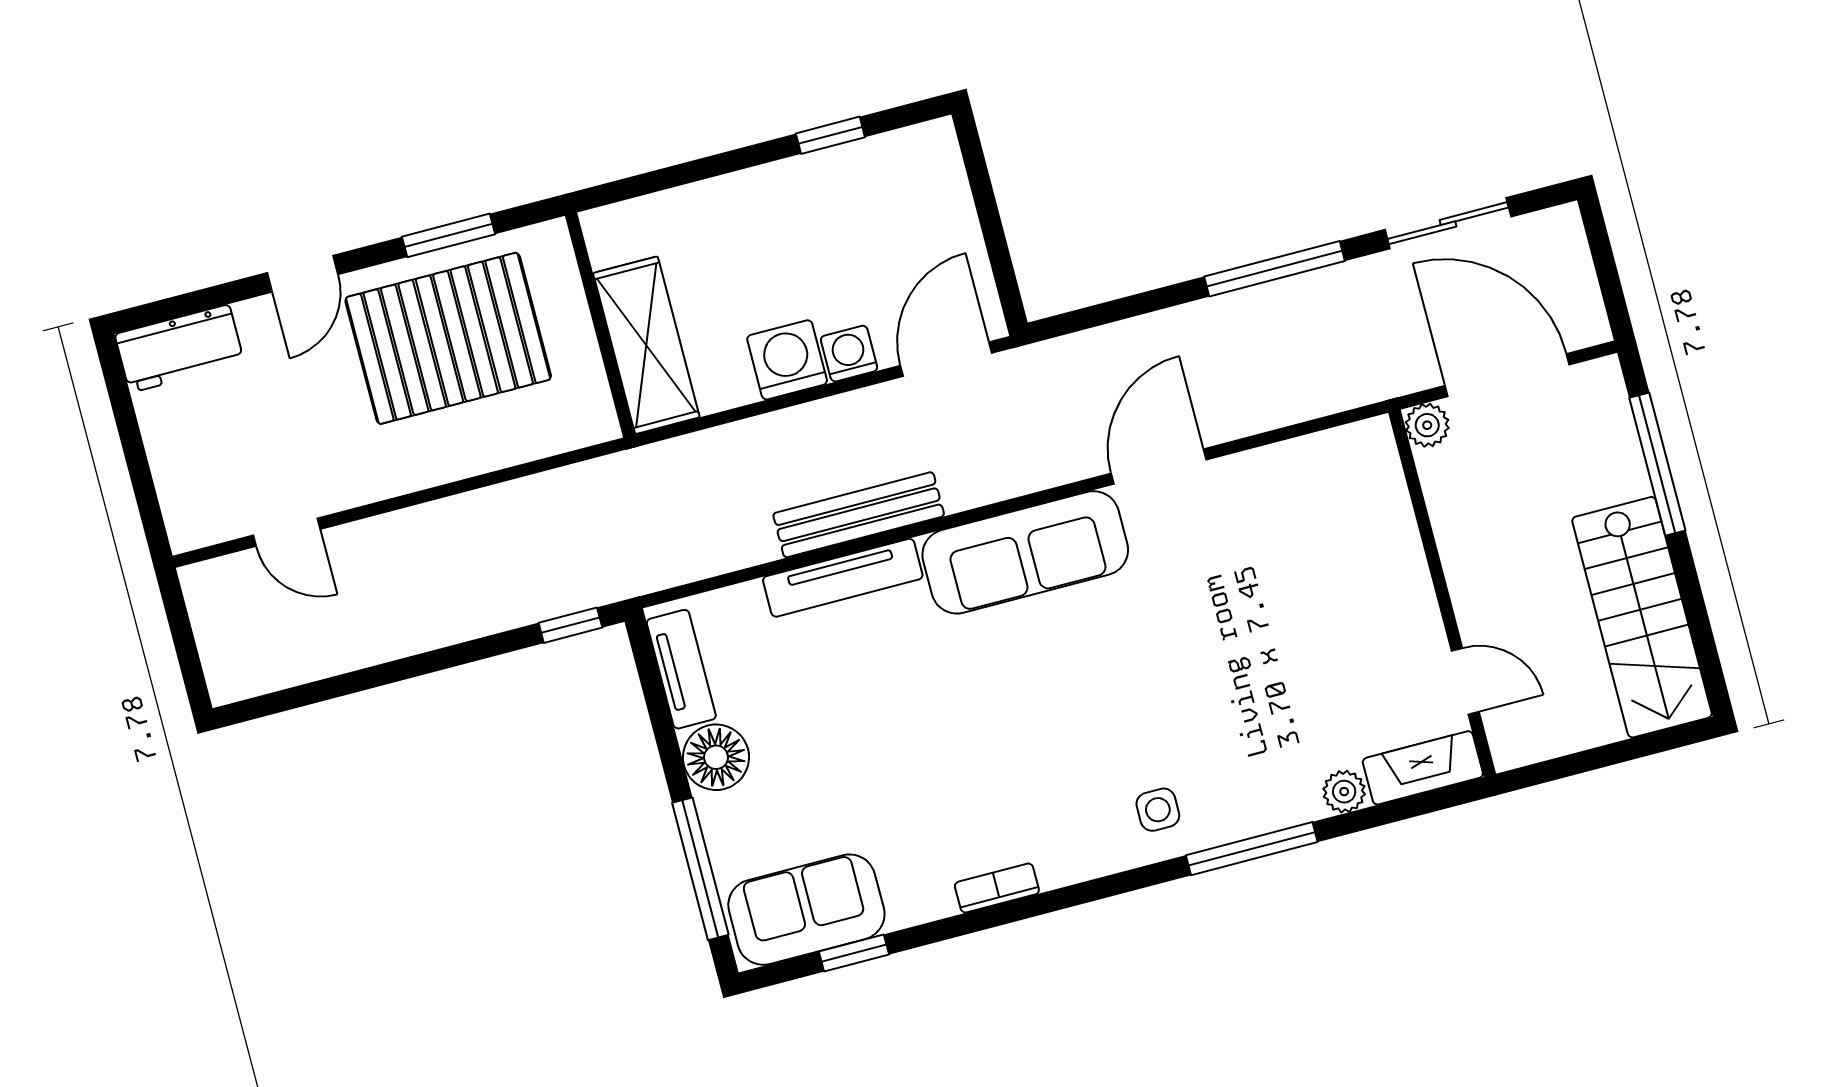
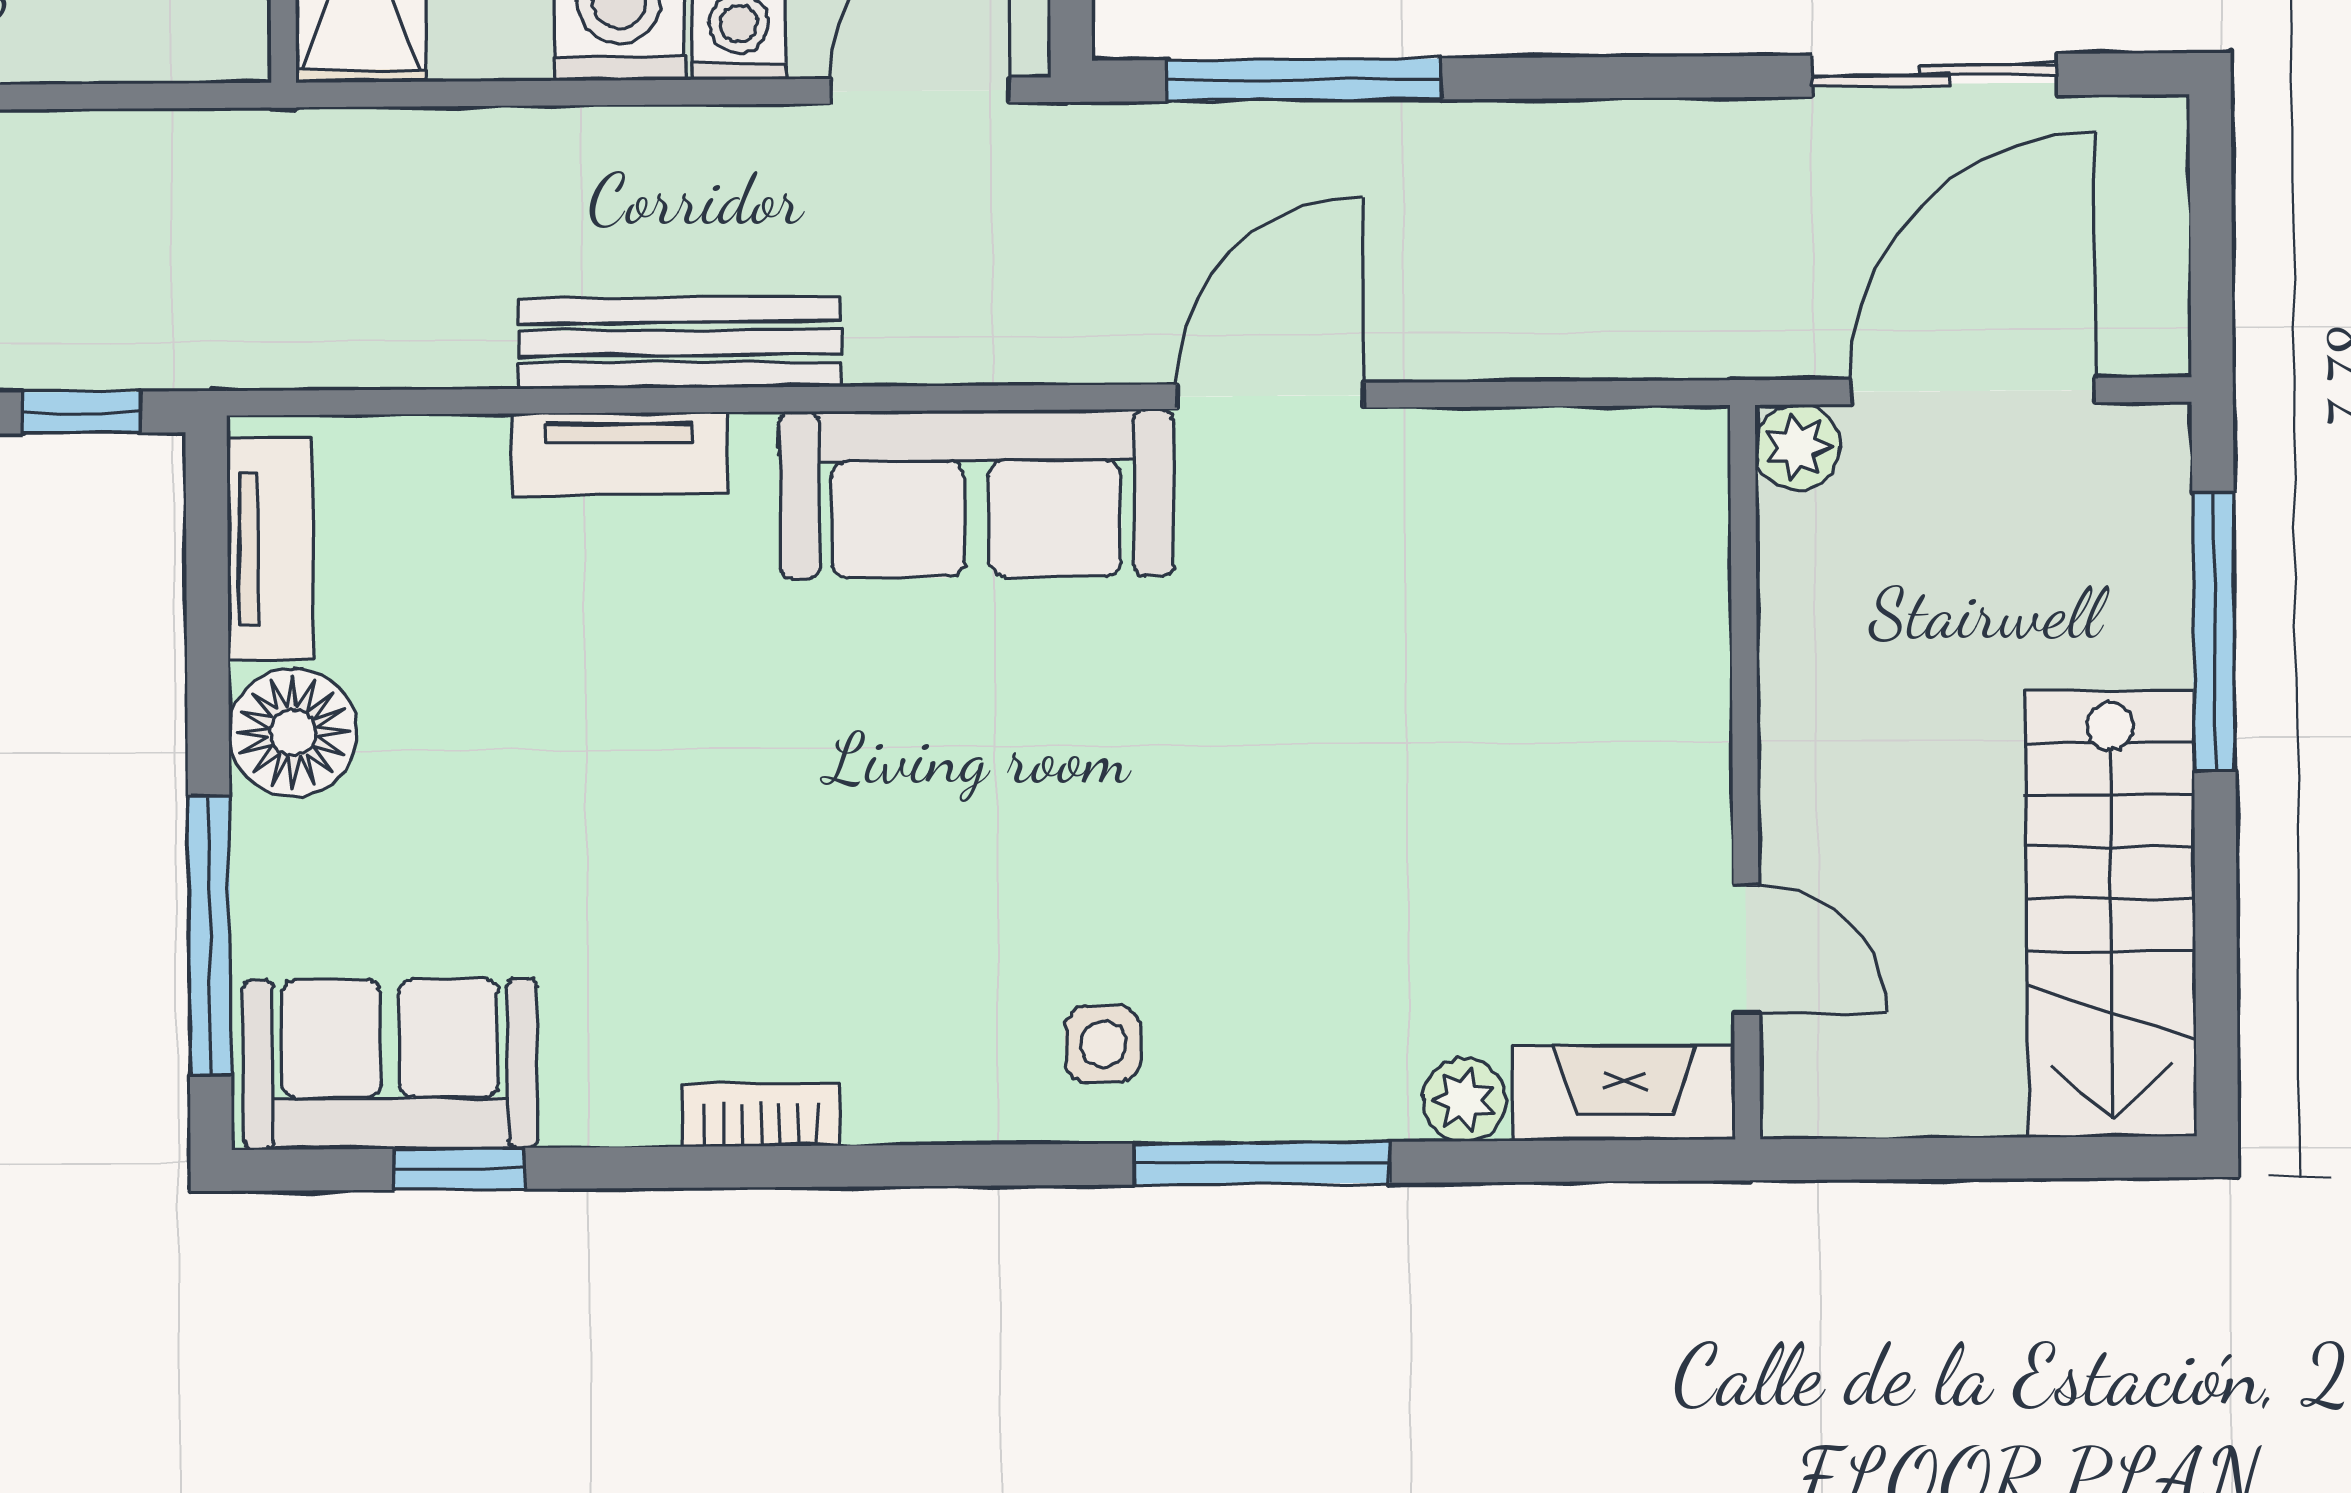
window: (1274, 269) -> (1304, 80), moved
door: (1507, 375) -> (1973, 391), hinge flipped
tv unit: (843, 578) -> (619, 454), width x0.71

